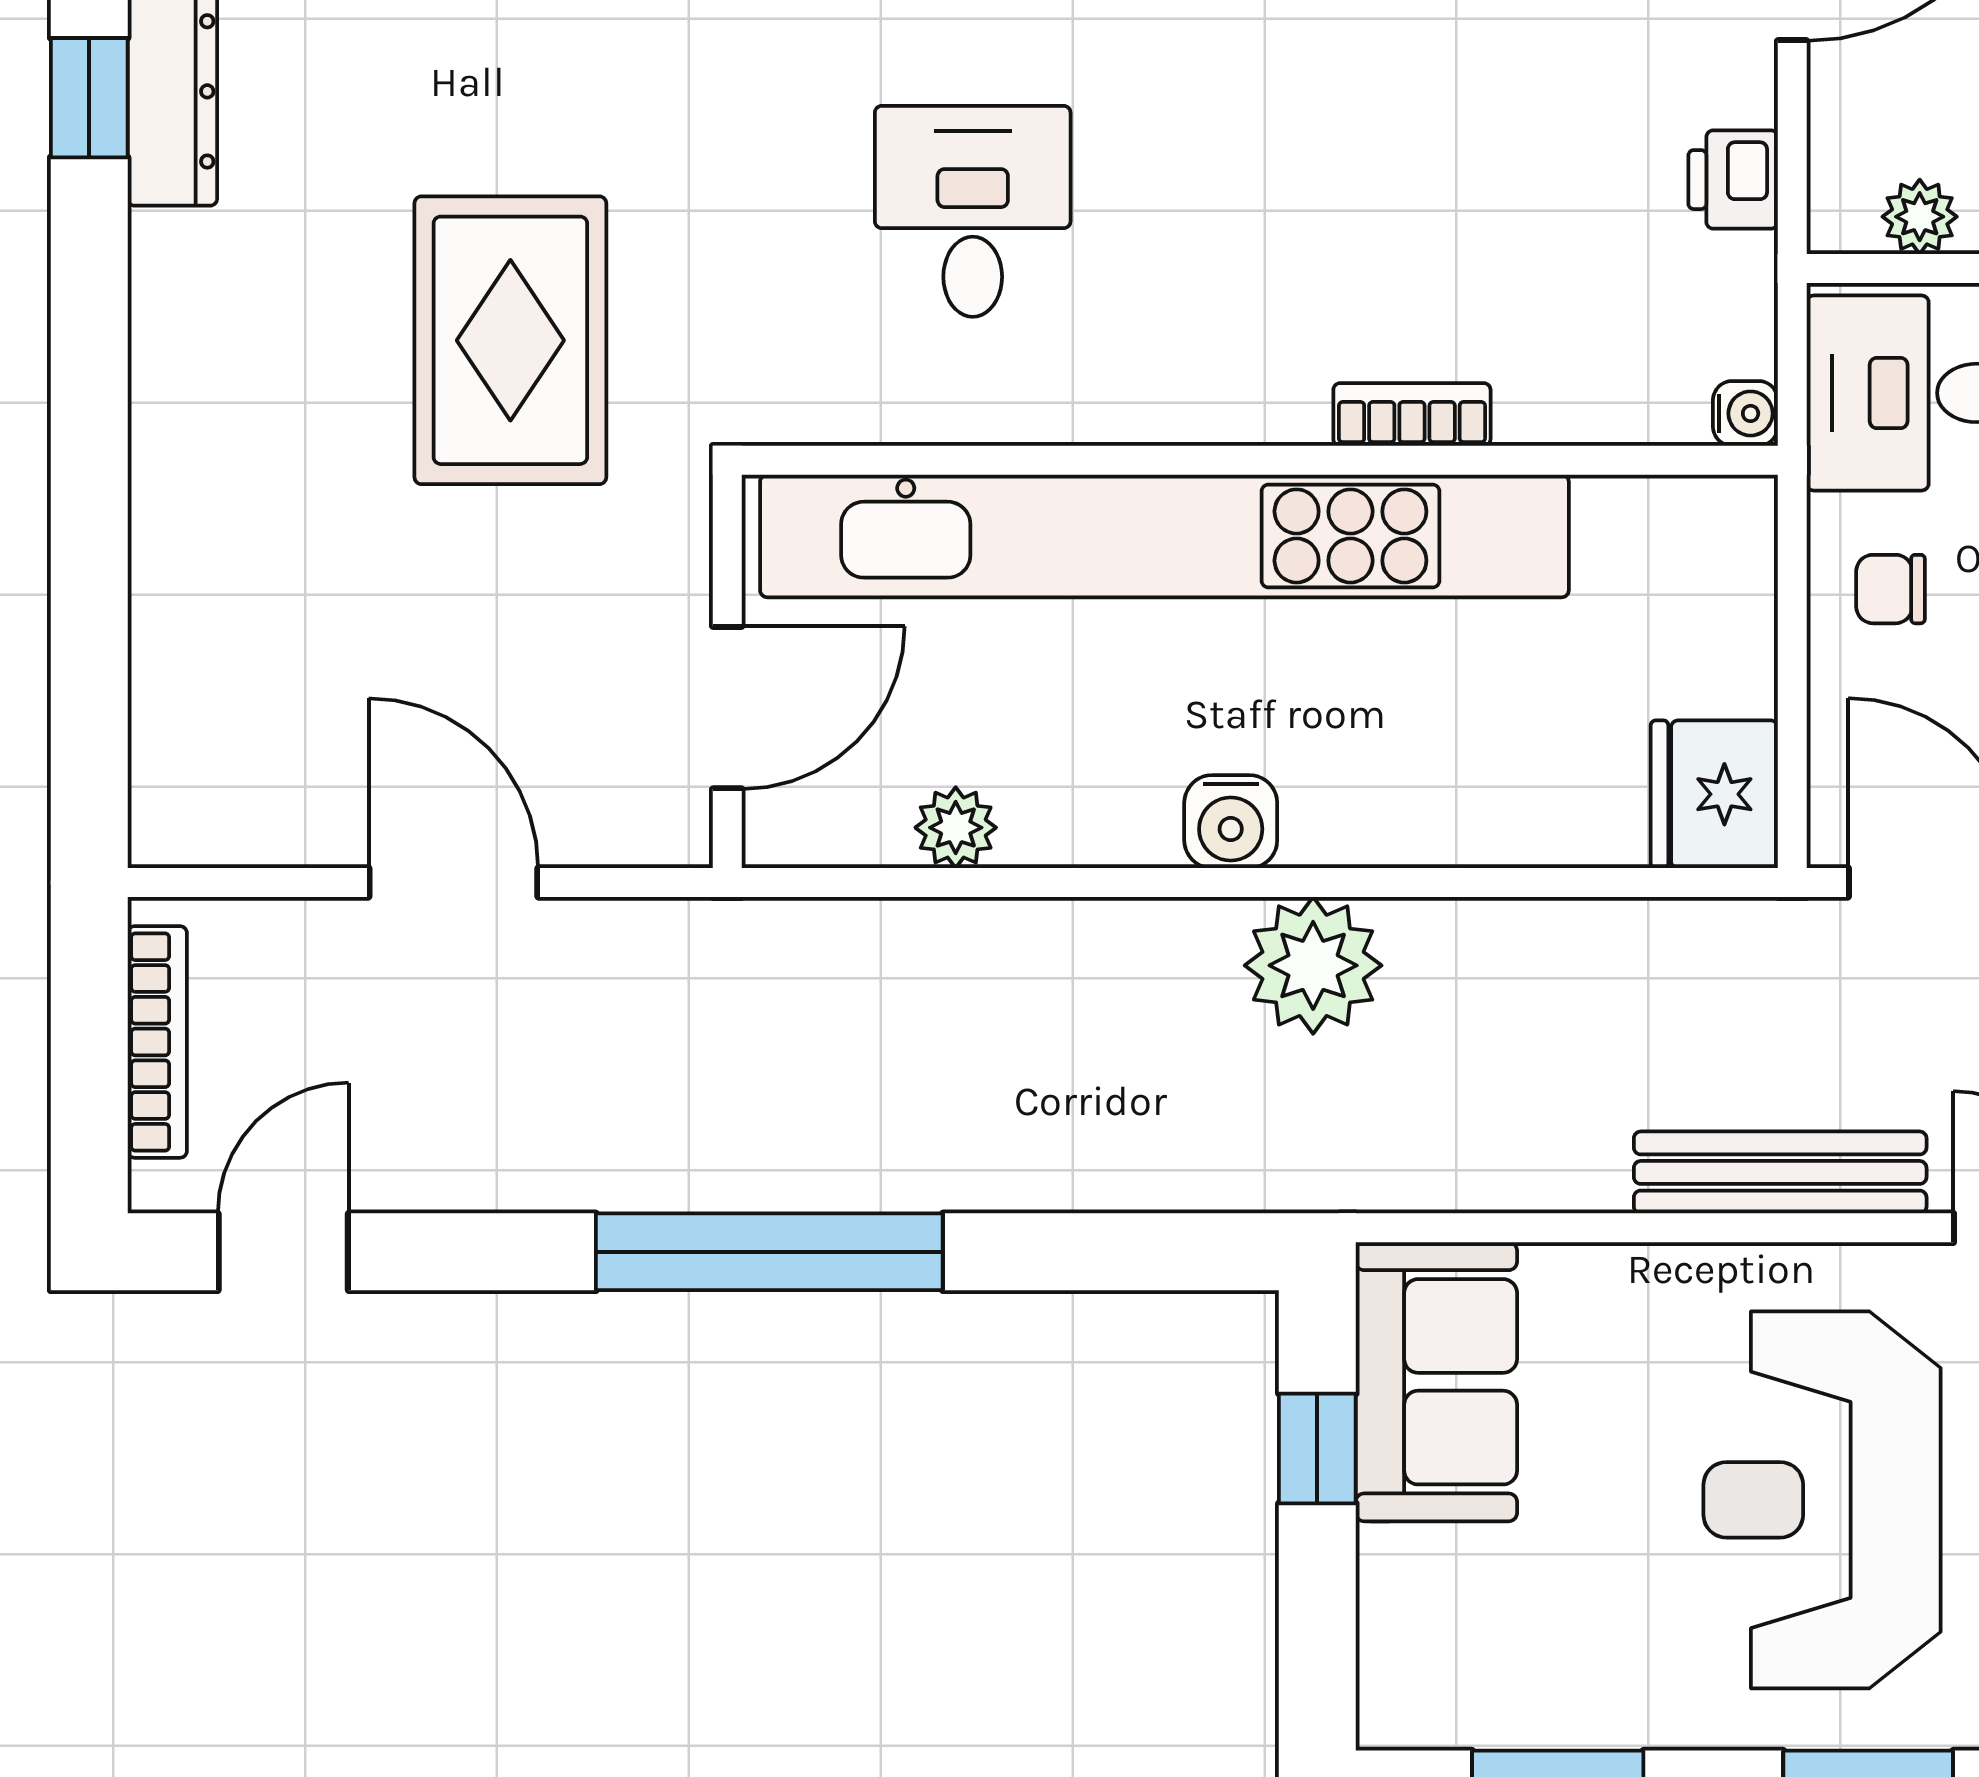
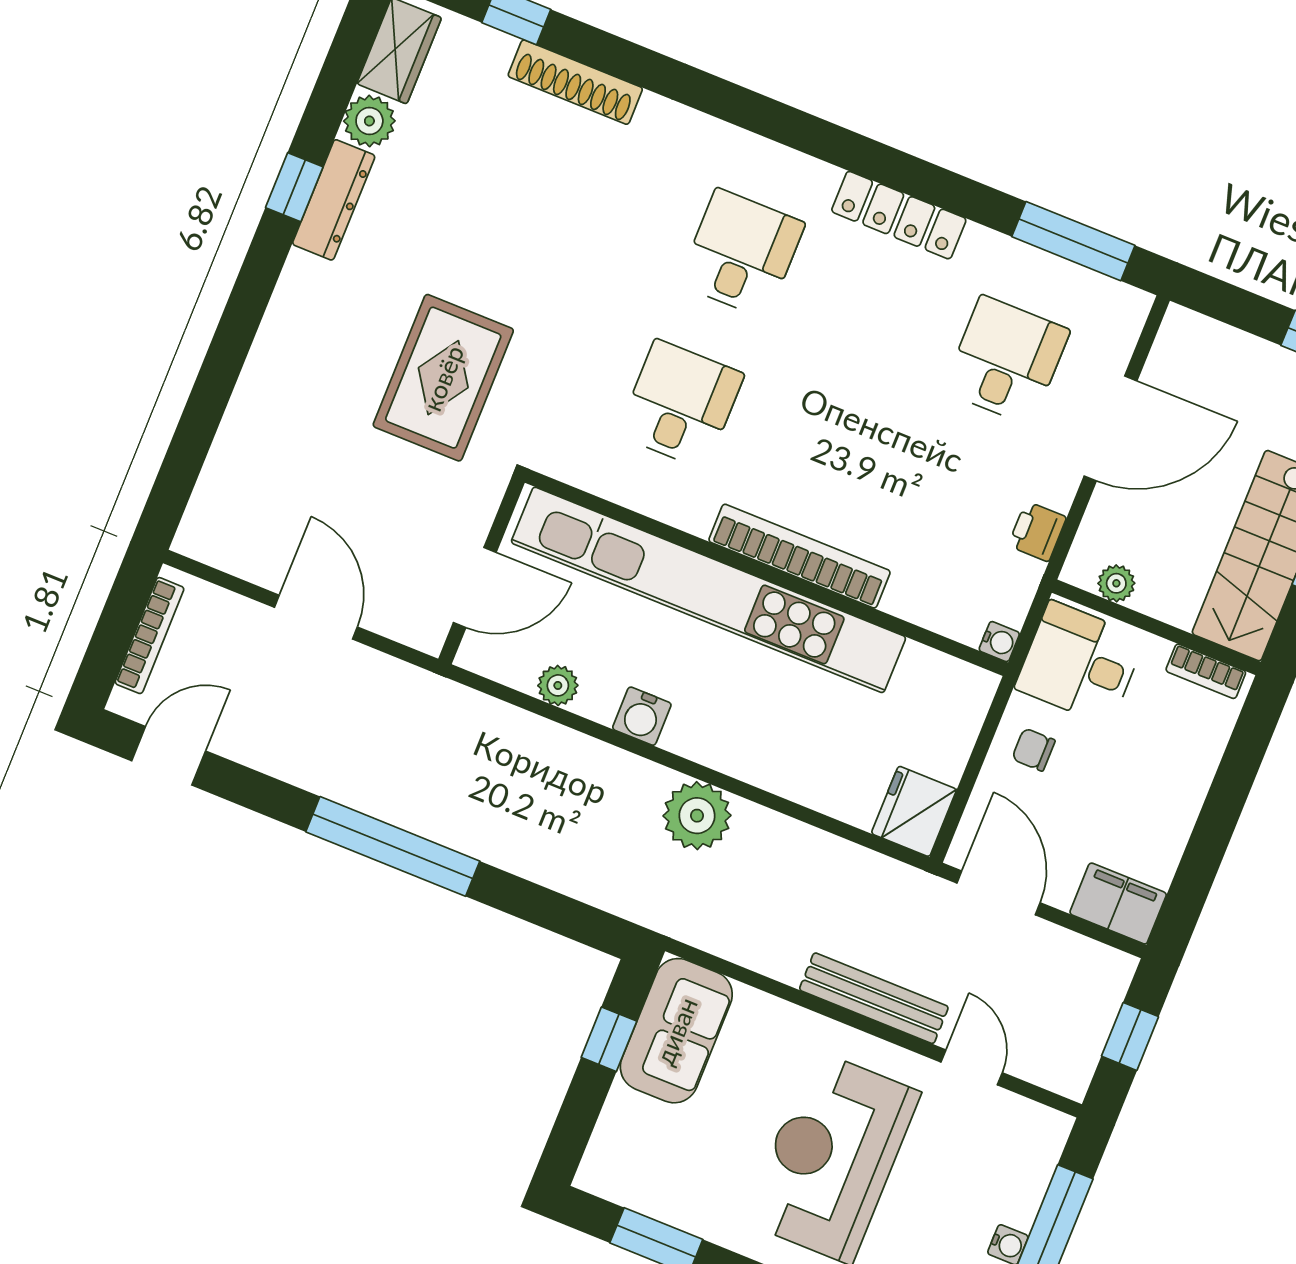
bookcase: (1412, 414) -> (800, 556), width x2.31, depth x1.31
water cooler: (1231, 822) -> (642, 716), moved

